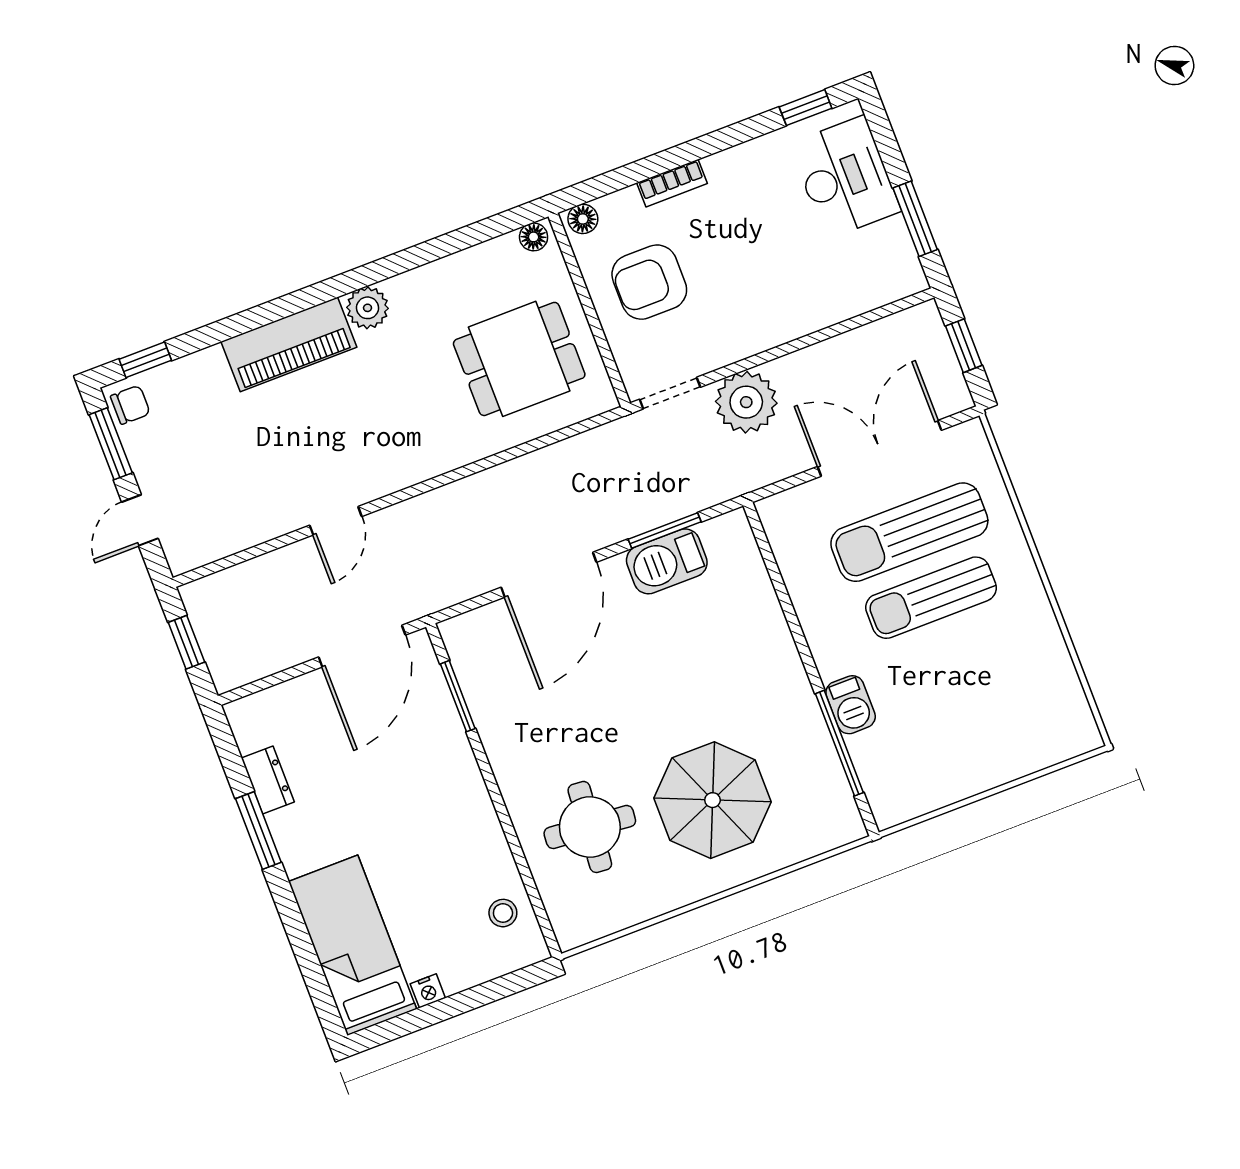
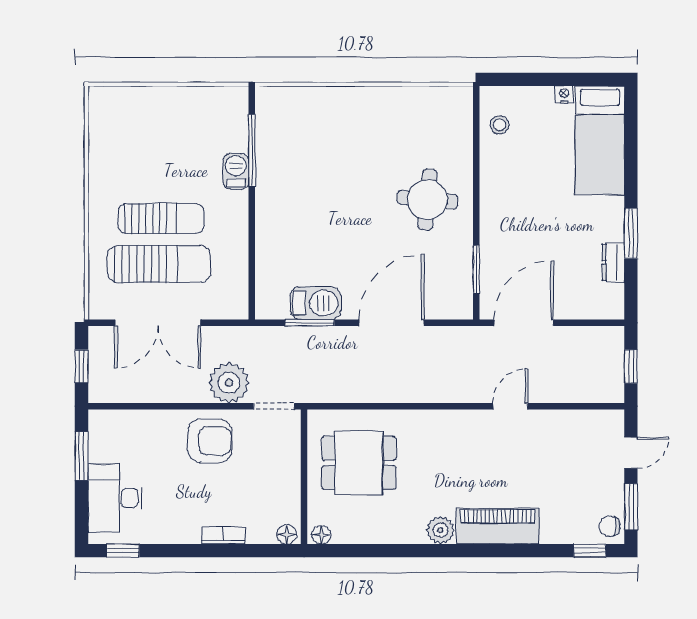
armchair: (649, 282) -> (210, 441), moved
parasol: (712, 800) -> (344, 145), removed
round table: (590, 827) -> (427, 199), moved

